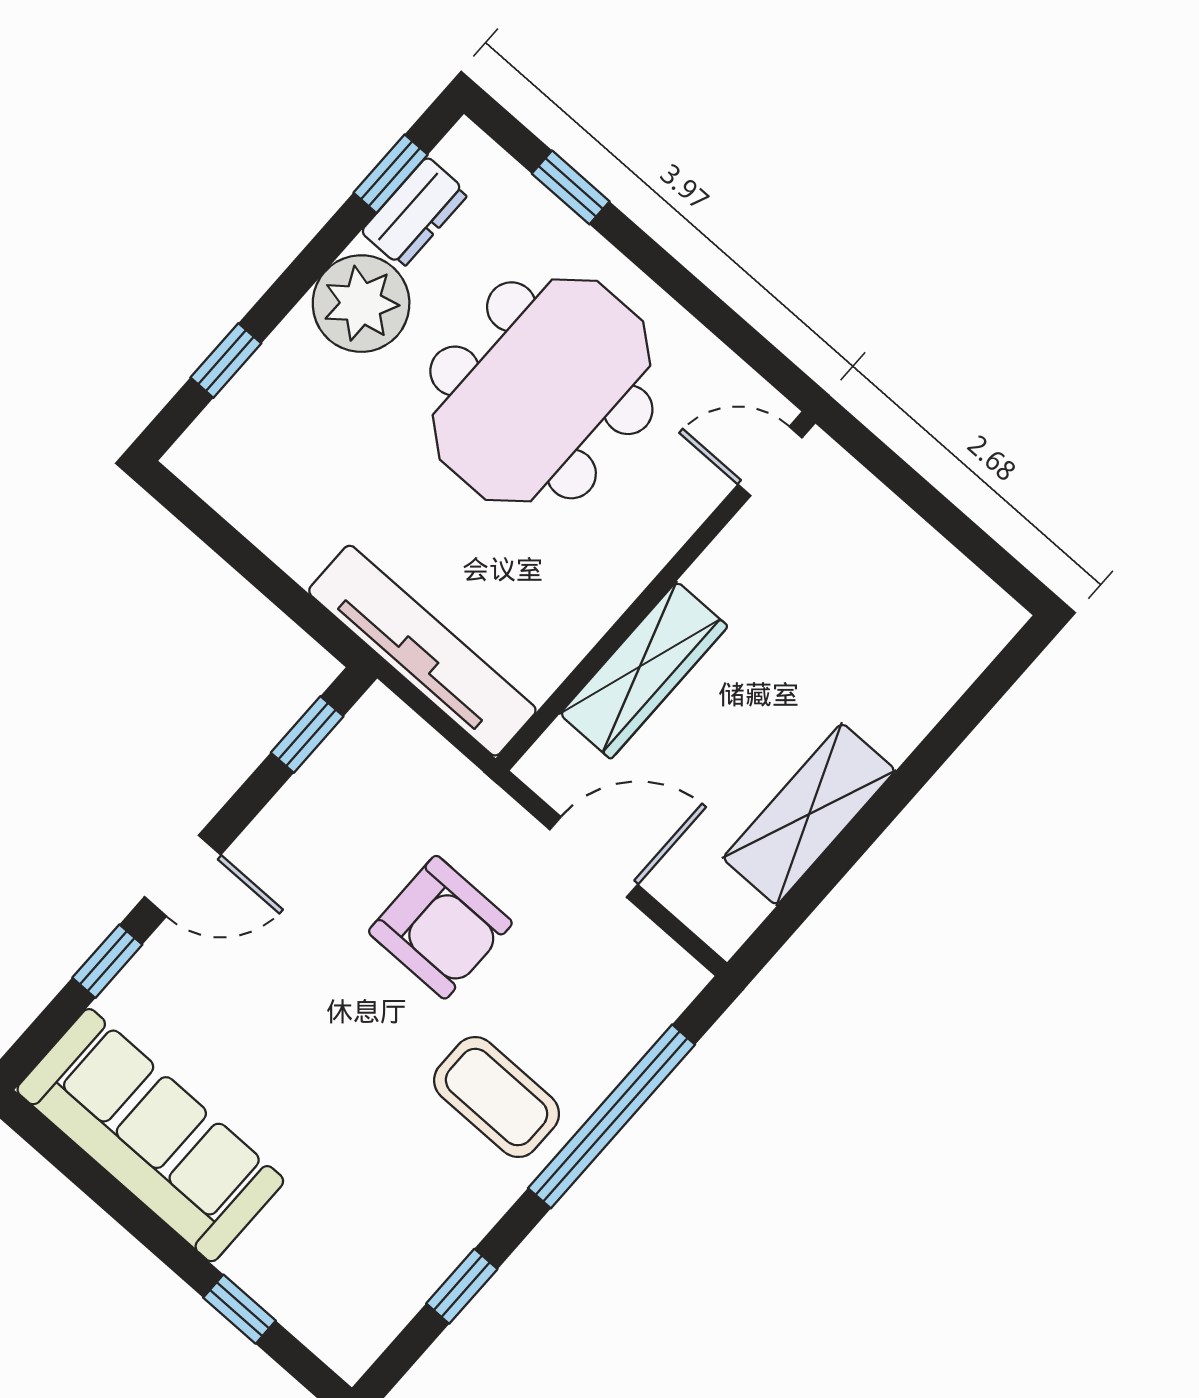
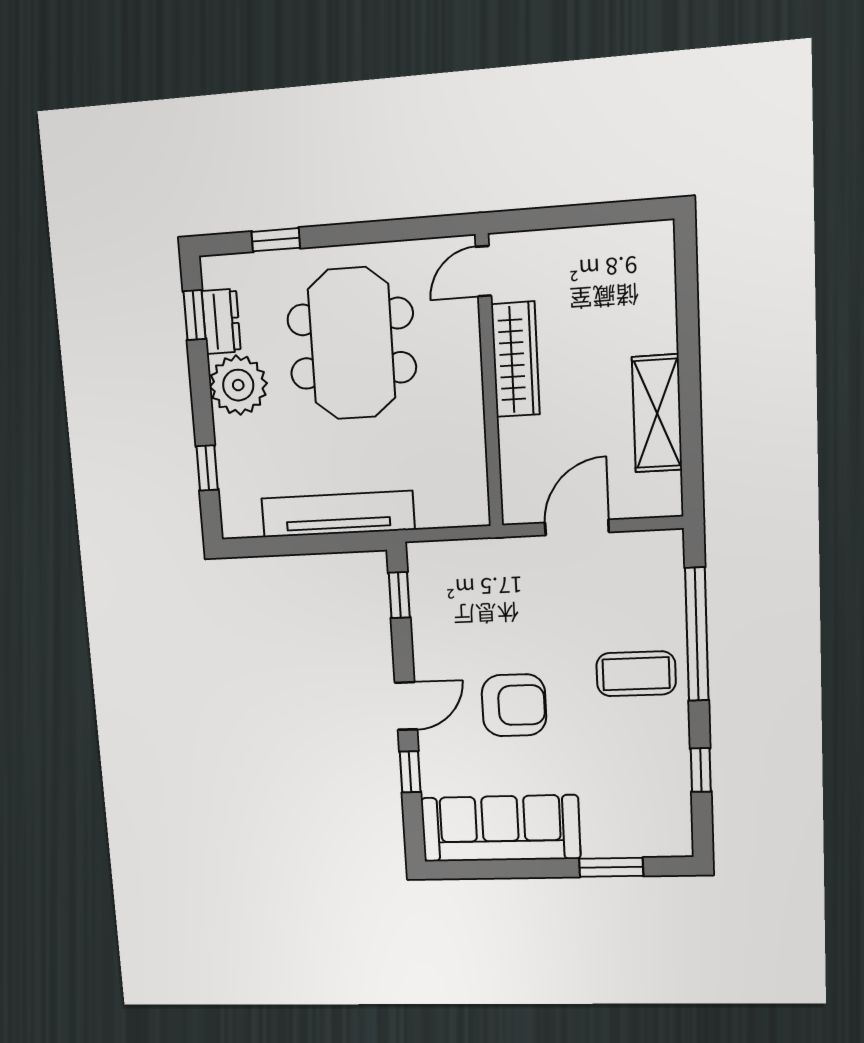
tv unit: (422, 651) -> (338, 514), moved
wardrobe: (644, 670) -> (515, 359), moved
armchair: (440, 927) -> (514, 705), moved
window: (239, 1309) -> (611, 867), width x1.50

